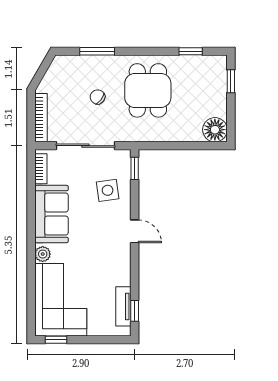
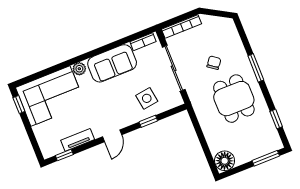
window: (97, 51) -> (256, 68), moved
window: (231, 81) -> (266, 158), width x1.50
dining table: (148, 90) -> (234, 99), turned 90
window: (135, 168) -> (148, 121), moved
door: (135, 231) -> (112, 136), moved
tv unit: (123, 306) -> (78, 140), moved

